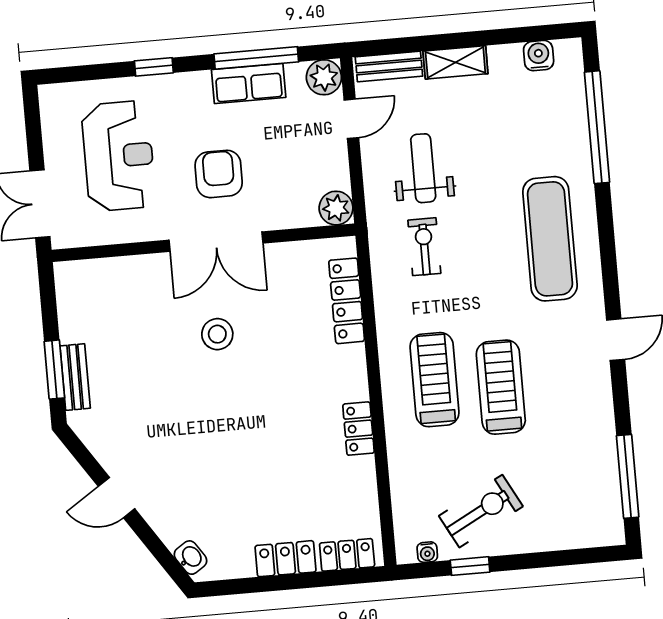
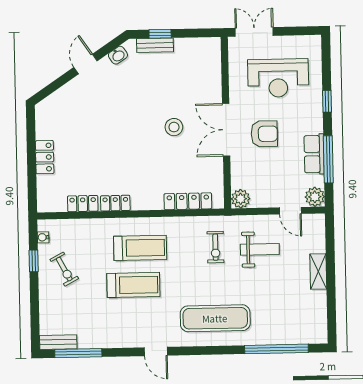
water cooler: (539, 56) -> (319, 319), removed
bench: (389, 67) -> (58, 342), moved, turned 90
exercise bike: (424, 247) -> (215, 247), turned 90
window: (54, 370) -> (160, 34), width x0.67
exercise bike: (481, 511) -> (64, 269), width x0.73, depth x0.72
locker: (347, 555) -> (83, 204), moved, turned -90
washbasin: (190, 558) -> (118, 55), moved

